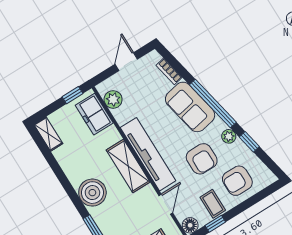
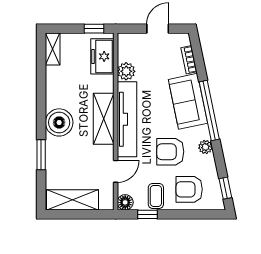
plant: (113, 99) -> (126, 71), moved
window: (249, 142) -> (225, 188), moved
armchair: (202, 159) -> (170, 152), turned 90

